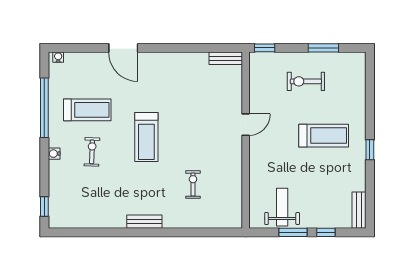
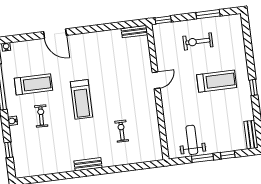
window: (44, 206) -> (9, 150), moved

